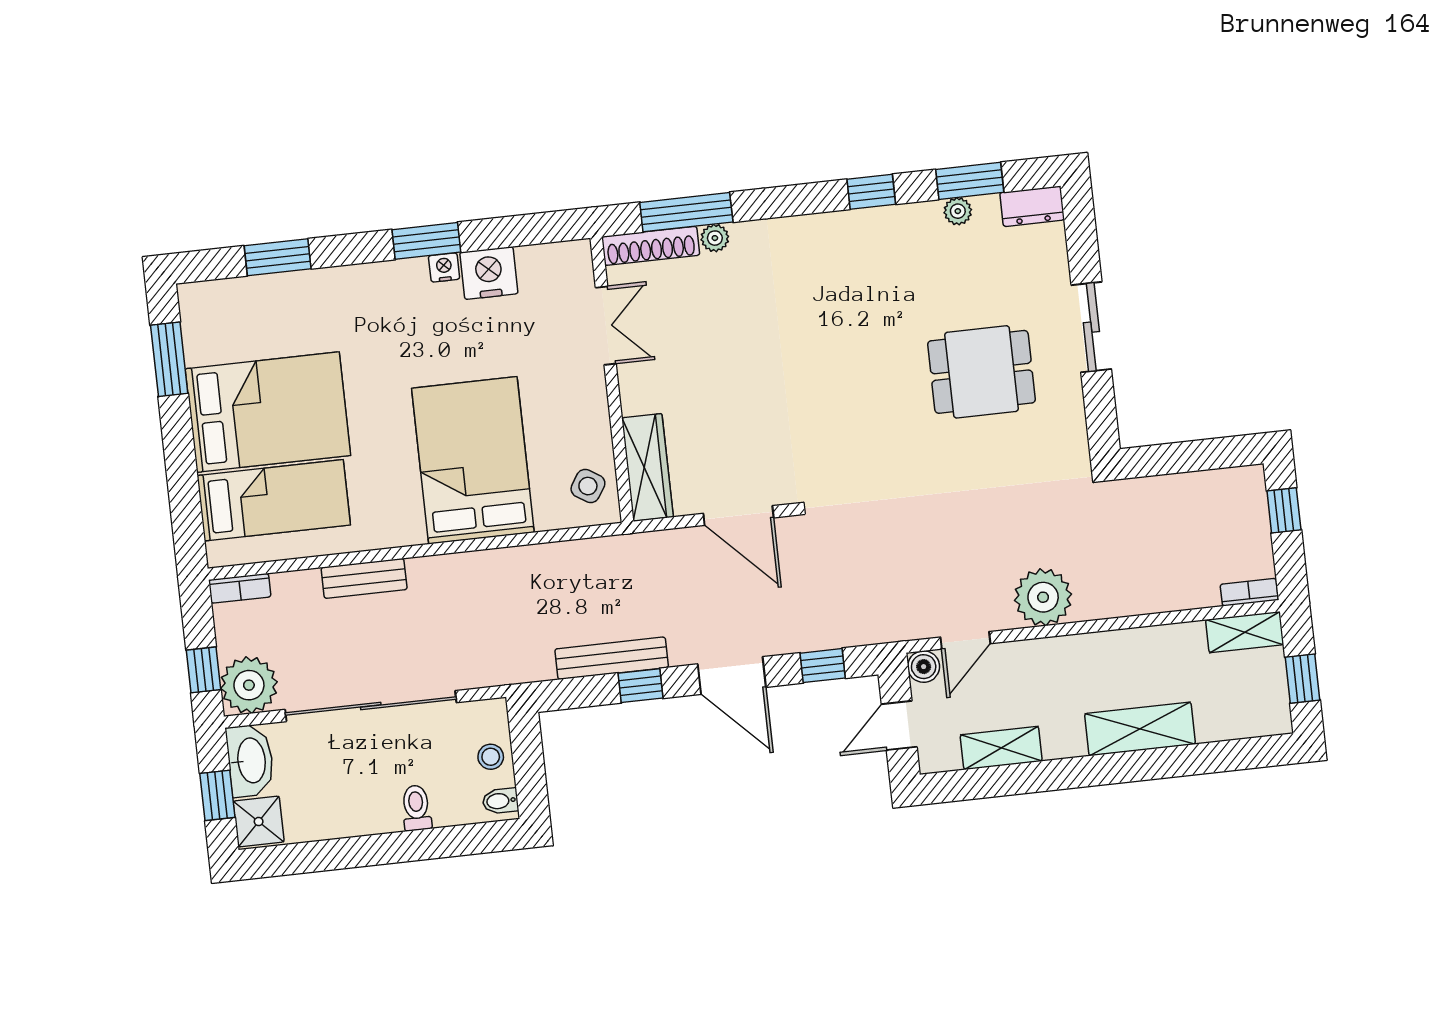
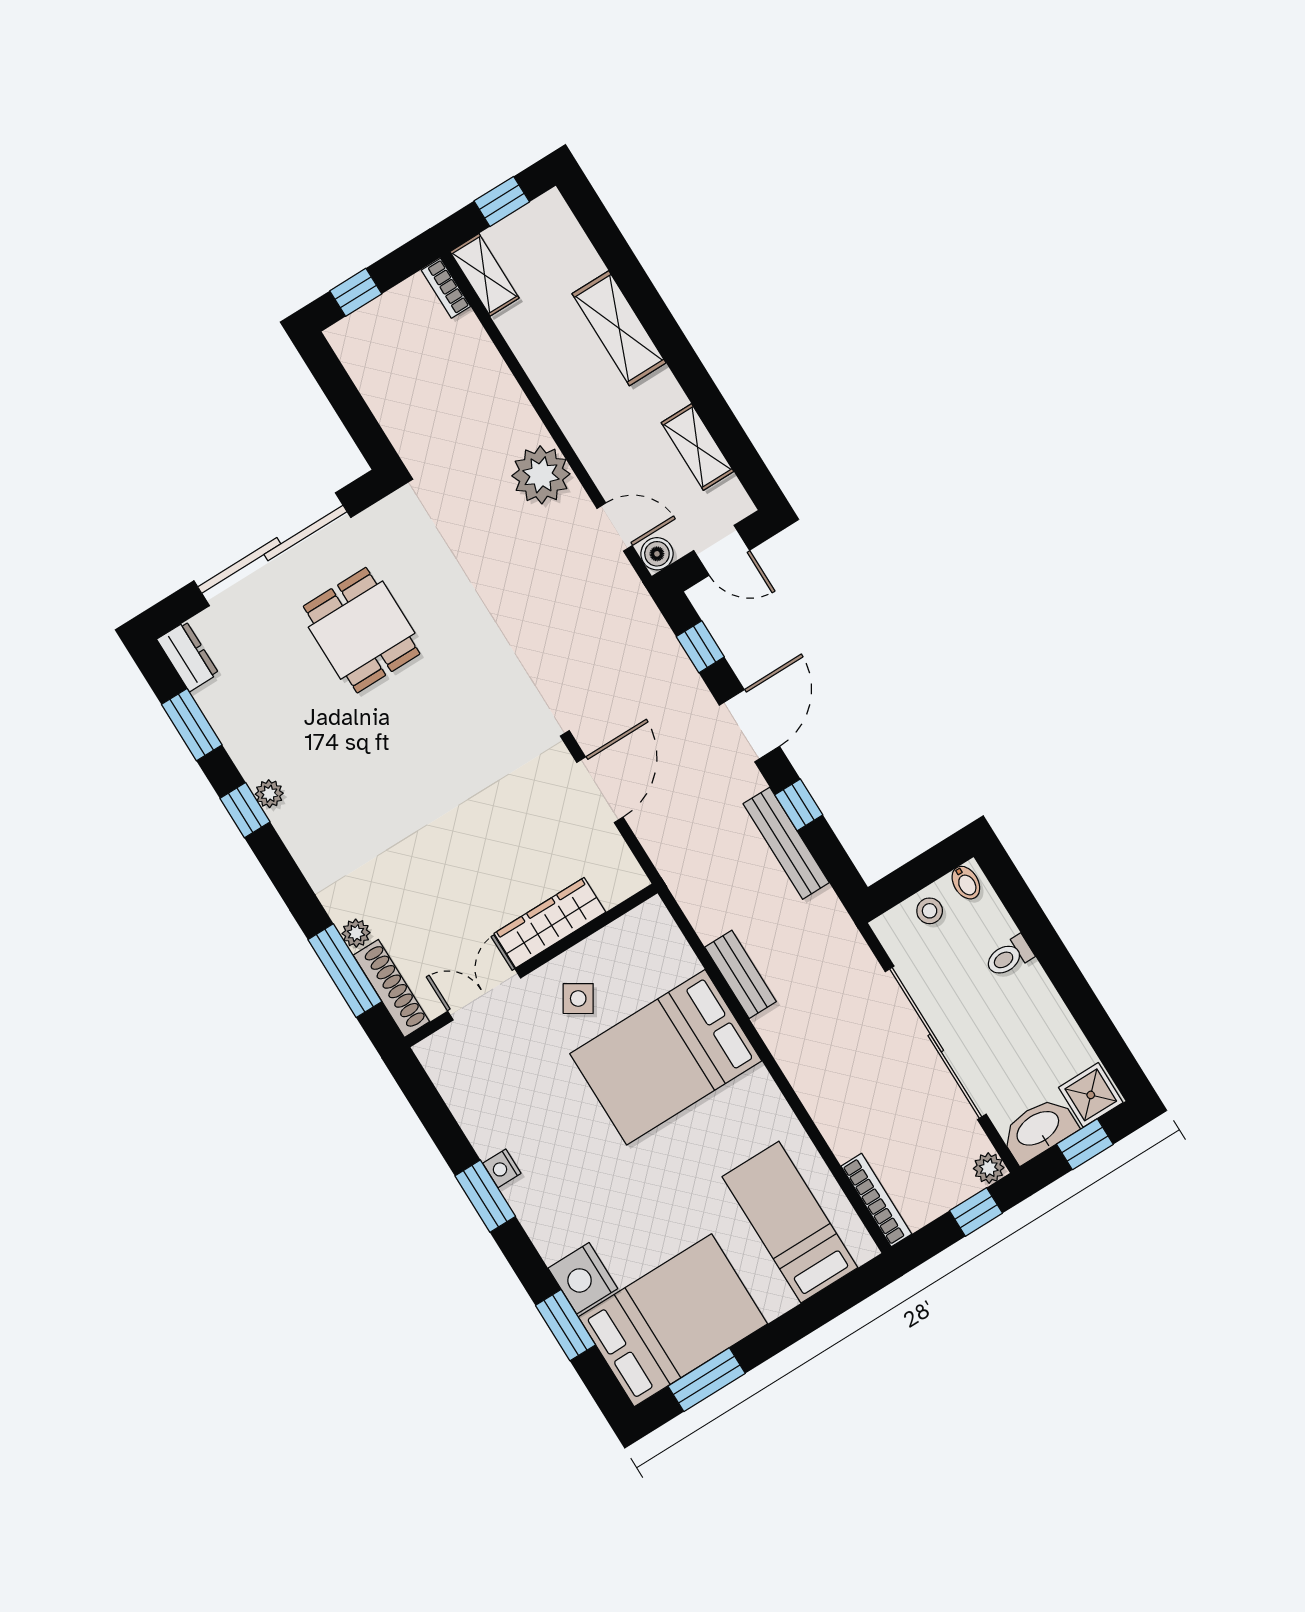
plant: (958, 211) -> (269, 794), moved
nightstand: (489, 273) -> (583, 1278), moved
sliding door: (1091, 327) -> (272, 549), width x1.86
bed: (268, 412) -> (673, 1320), moved, turned 90
wardrobe: (647, 467) -> (550, 923), moved
side table: (588, 486) -> (578, 999), moved
bench: (364, 578) -> (741, 974), moved
bookcase: (240, 588) -> (876, 1200), width x1.56
plant: (249, 685) -> (989, 1168), width x0.53, depth x0.53

